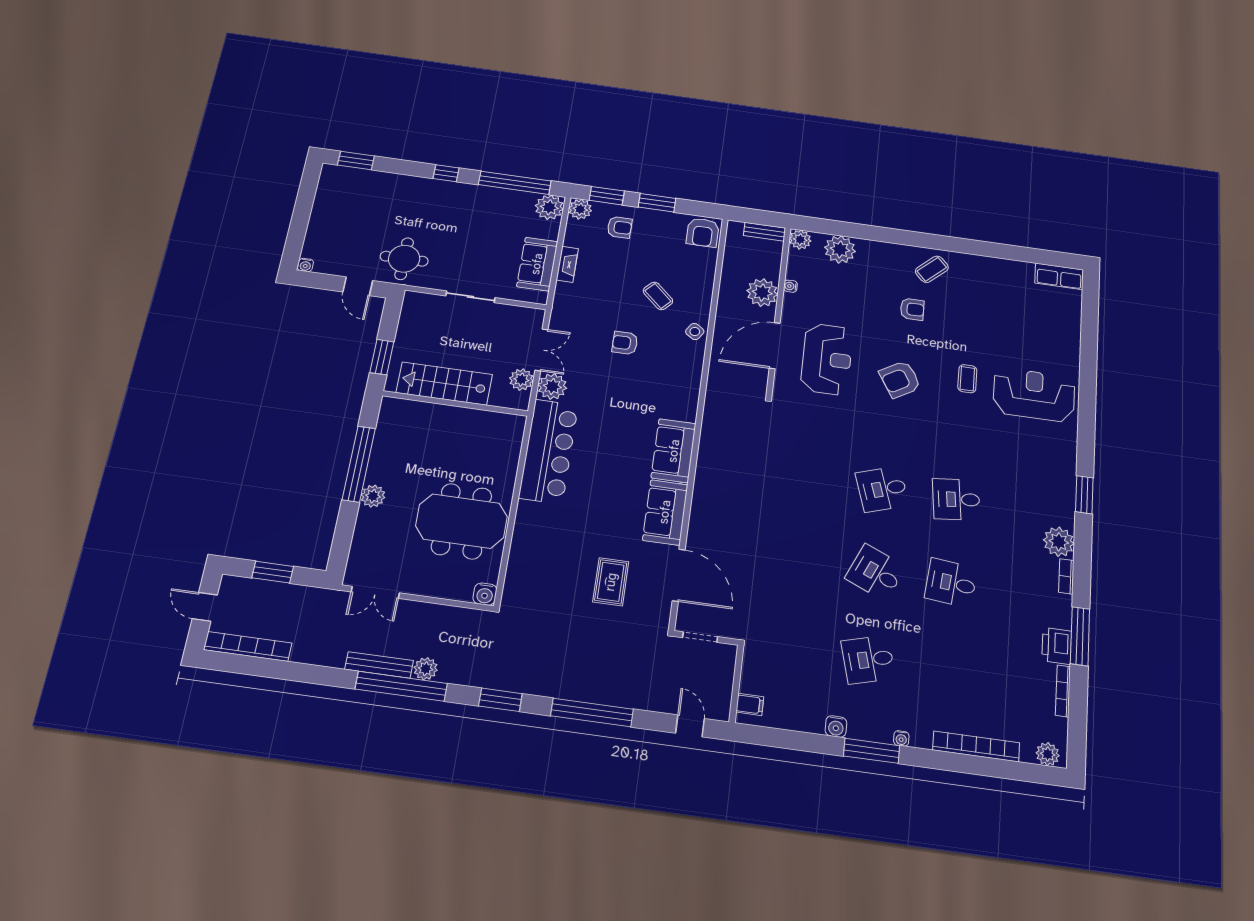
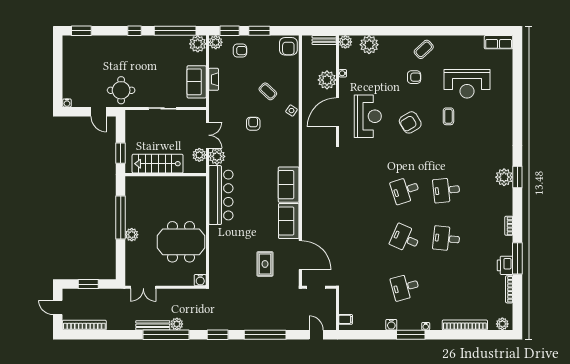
armchair: (625, 343) -> (253, 124), turned 90
reception desk: (1034, 395) -> (467, 84), moved, turned 180
plant: (1059, 542) -> (504, 177), moved

